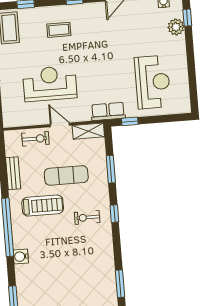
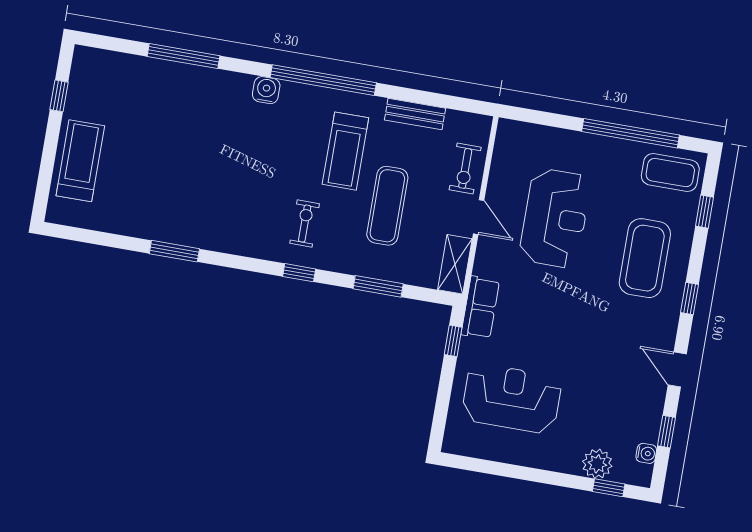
coffee table: (59, 30) -> (645, 258), width x1.86, depth x1.72
reception desk: (153, 82) -> (512, 398), turned 180
door: (60, 125) -> (479, 217), hinge flipped

